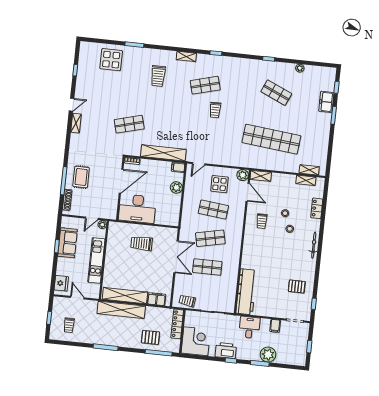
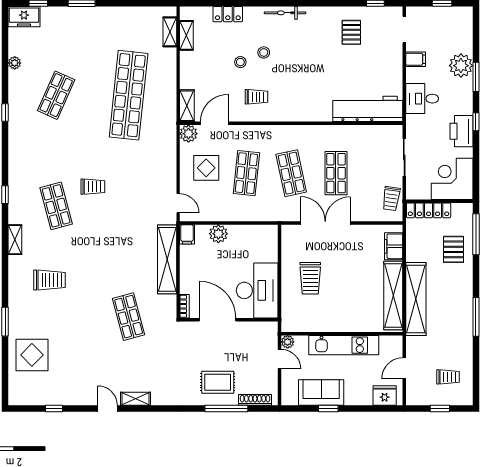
freezer: (326, 102) -> (24, 17), moved

